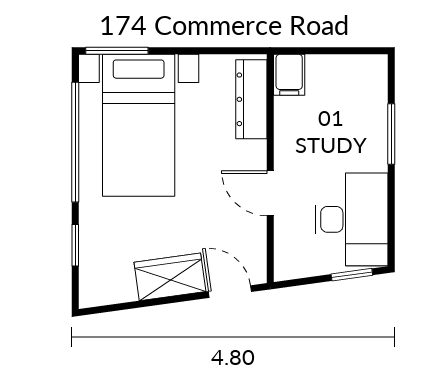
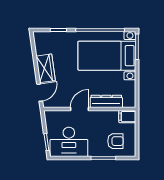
dresser: (251, 99) -> (106, 101), moved
armchair: (350, 104) -> (115, 141), added

